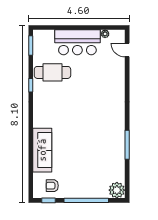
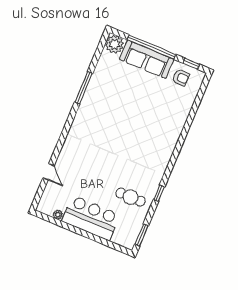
door: (127, 50) -> (48, 172), moved
cafe table: (52, 72) -> (130, 197), width x0.73, depth x0.74
sofa: (42, 150) -> (147, 59), moved, turned -90

